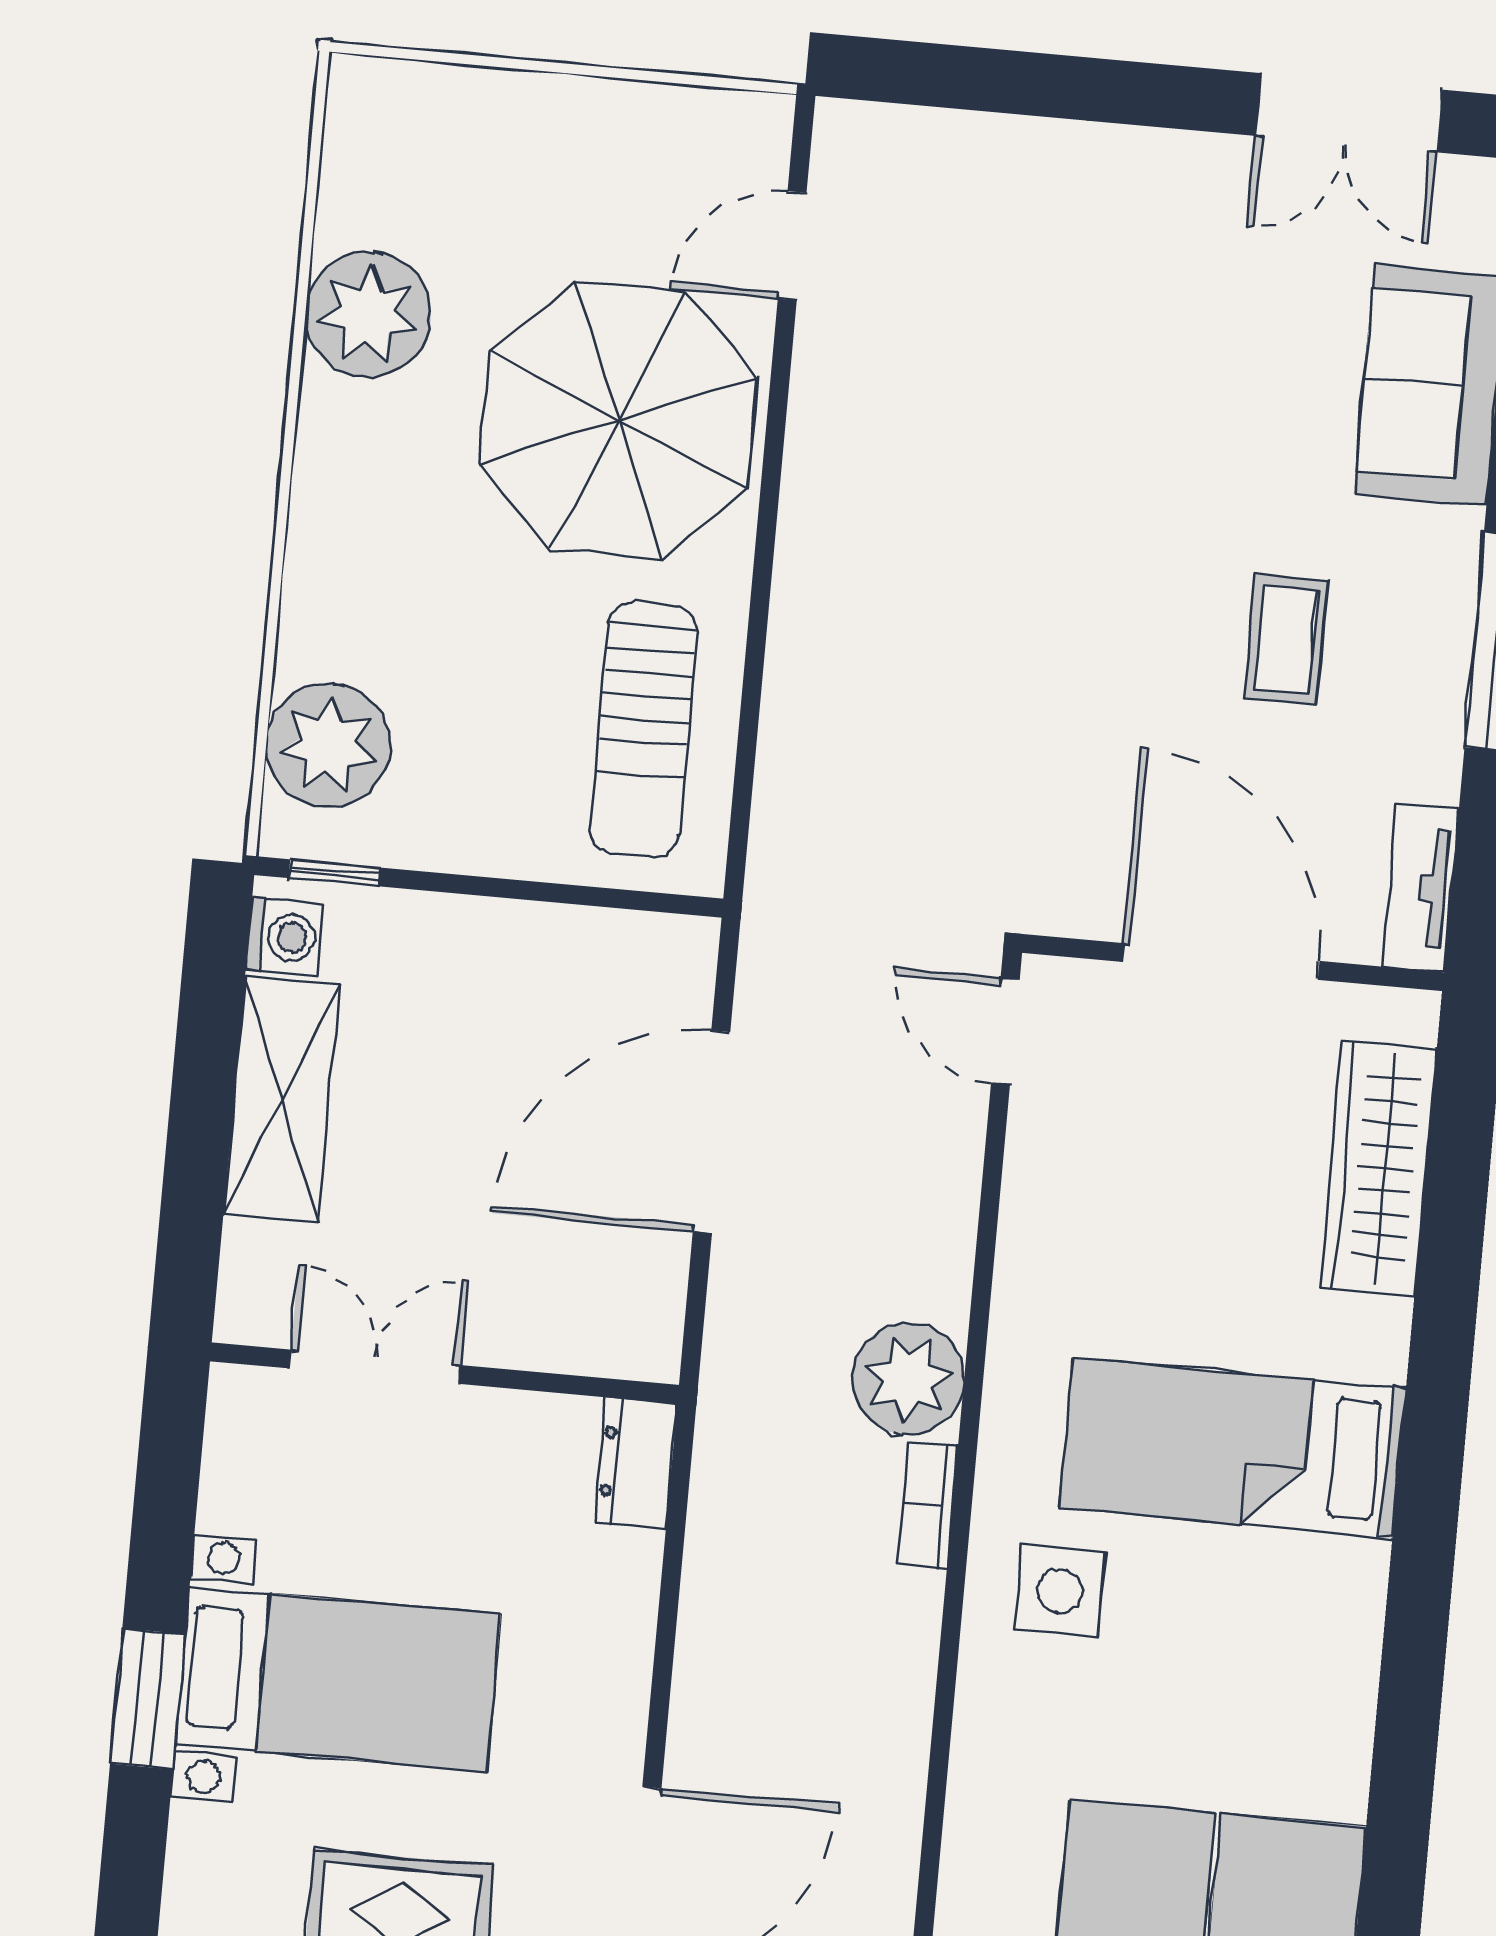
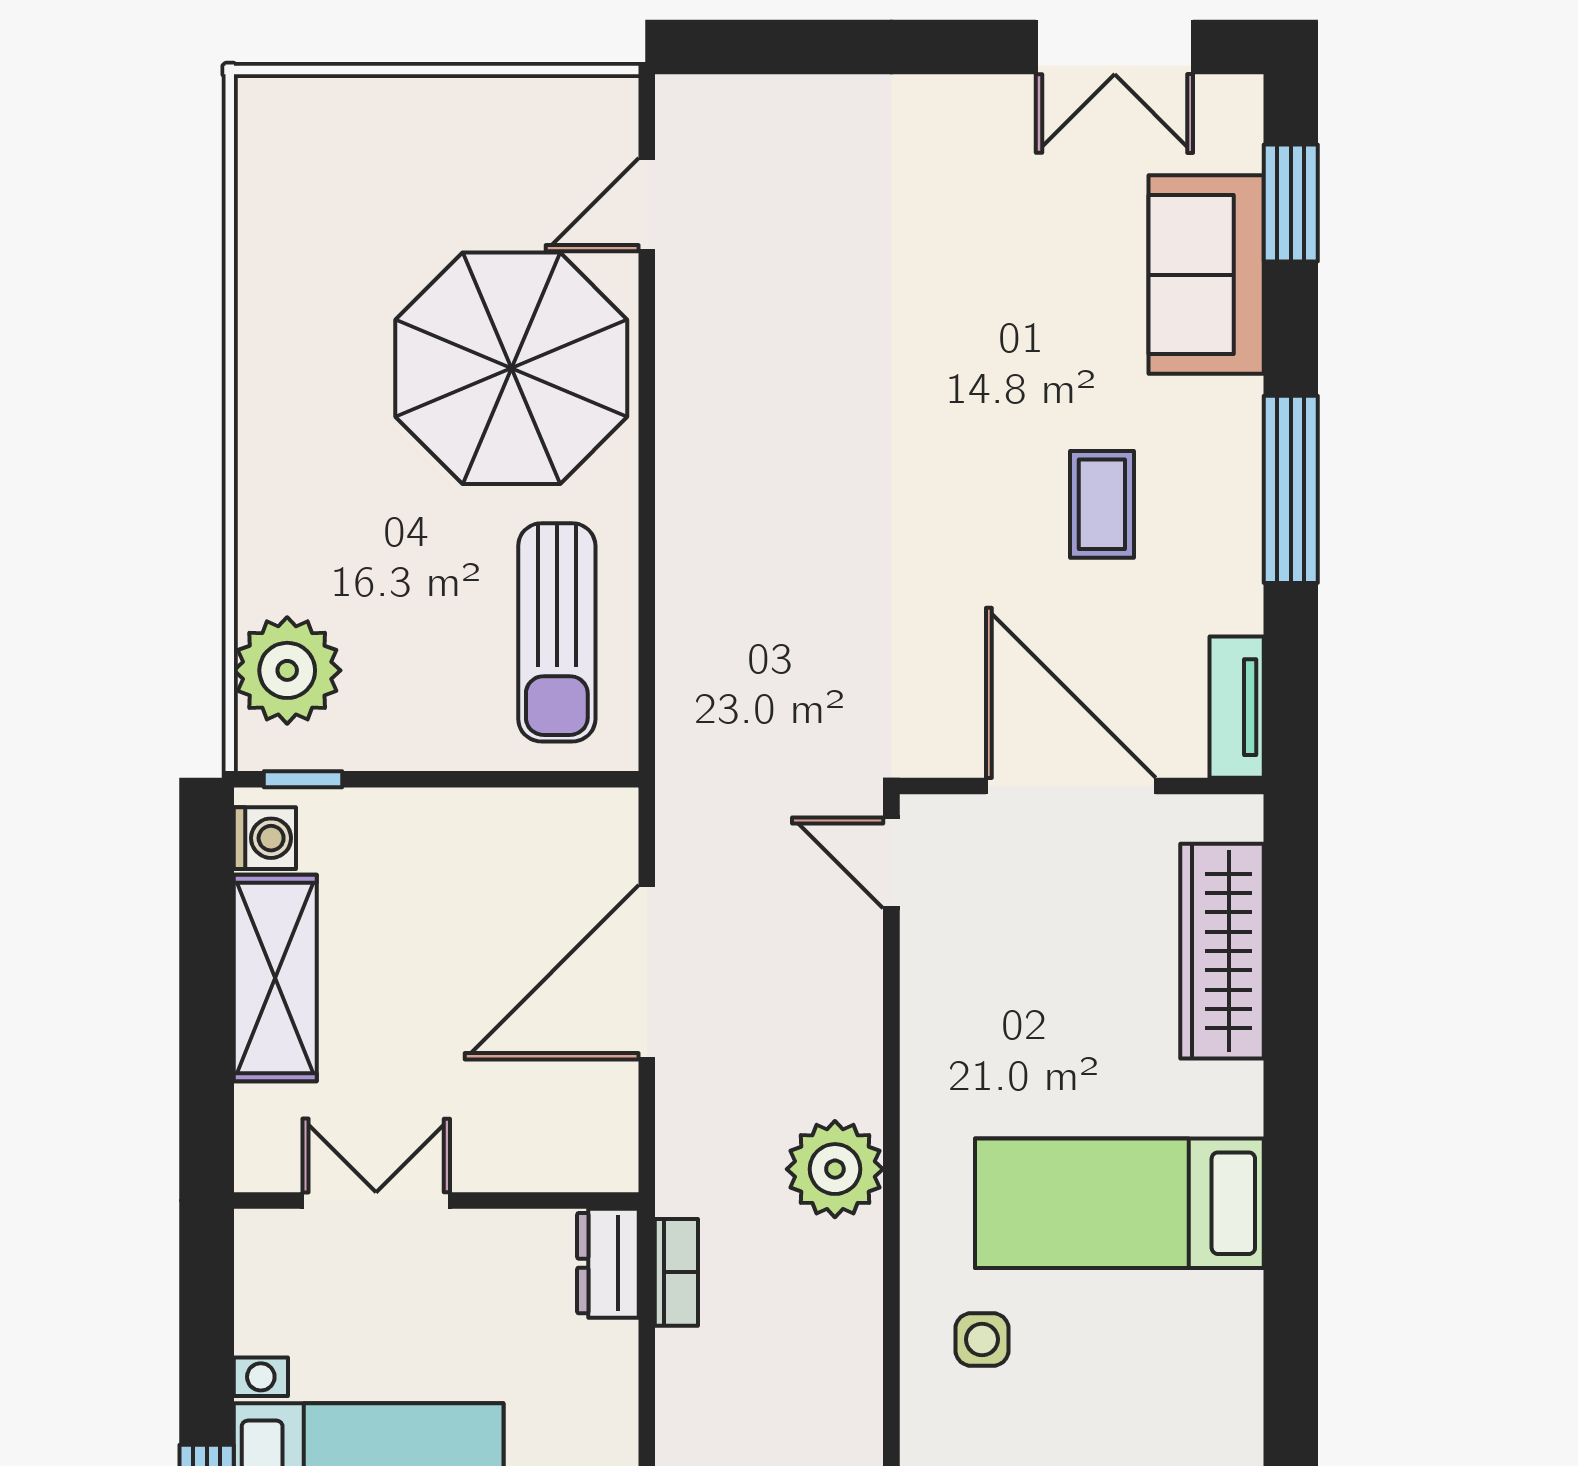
plant: (368, 314) -> (288, 297), removed
bookcase: (928, 1505) -> (676, 1272), moved, turned 180
side table: (1060, 1591) -> (982, 1339), width x0.73, depth x0.73

